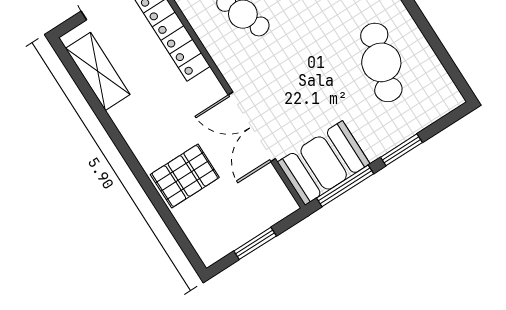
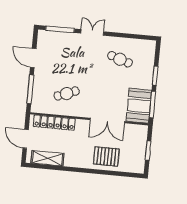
cafe table: (381, 62) -> (120, 59), width x0.73, depth x0.74
pallet: (185, 176) -> (106, 156), turned 90

